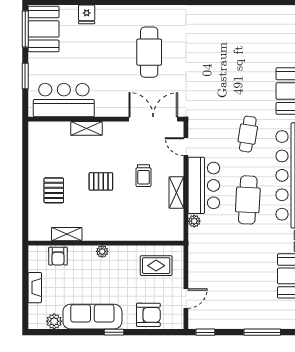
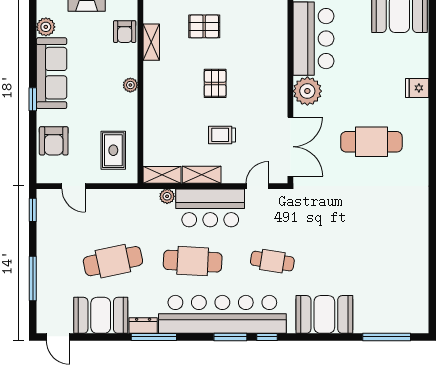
fridge: (87, 14) -> (417, 88), moved
plant: (107, 105) -> (307, 91), added
shelving: (86, 128) -> (162, 175), moved, turned 90
armchair: (58, 256) -> (125, 32), turned -90
cafe table: (248, 266) -> (113, 261), added

